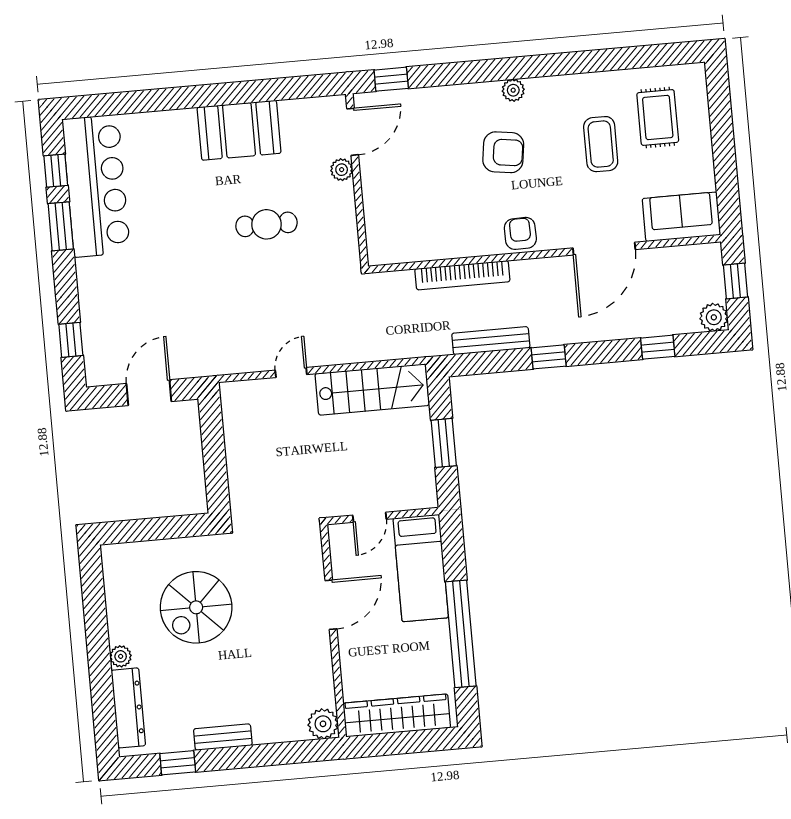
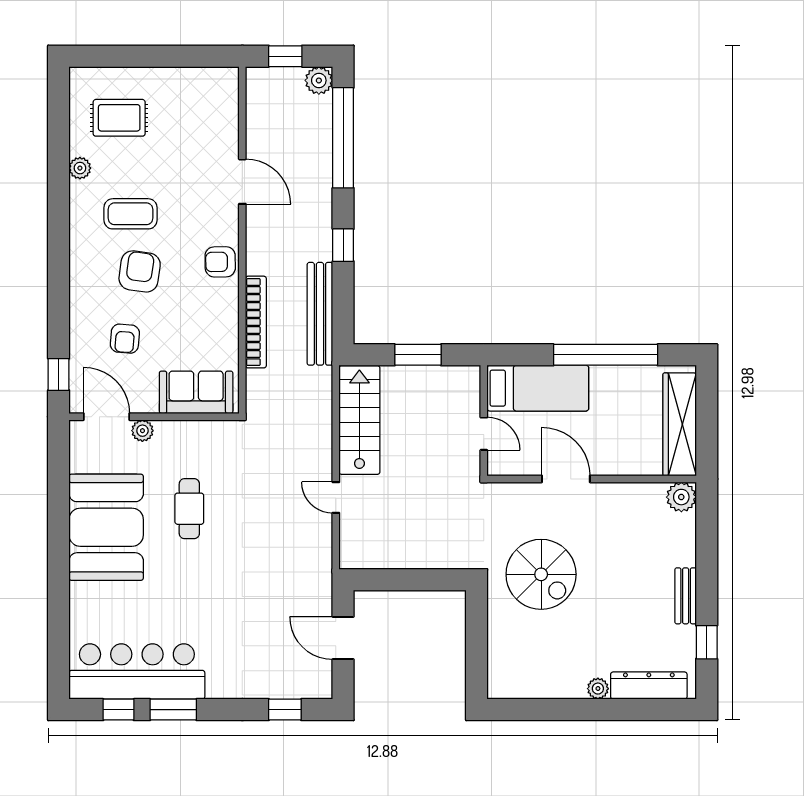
plant: (513, 90) -> (80, 168), moved
booth: (239, 130) -> (106, 527), width x1.36, depth x1.42
armchair: (434, 143) -> (125, 339), added
coffee table: (601, 144) -> (130, 214), moved
sofa: (681, 217) -> (196, 392), moved, turned 90
door: (604, 249) -> (242, 182), width x0.73
bench: (491, 341) -> (320, 314), width x1.37, depth x1.21
window: (658, 347) -> (343, 138), width x3.17
spiral stairs: (196, 607) -> (541, 574), moved

